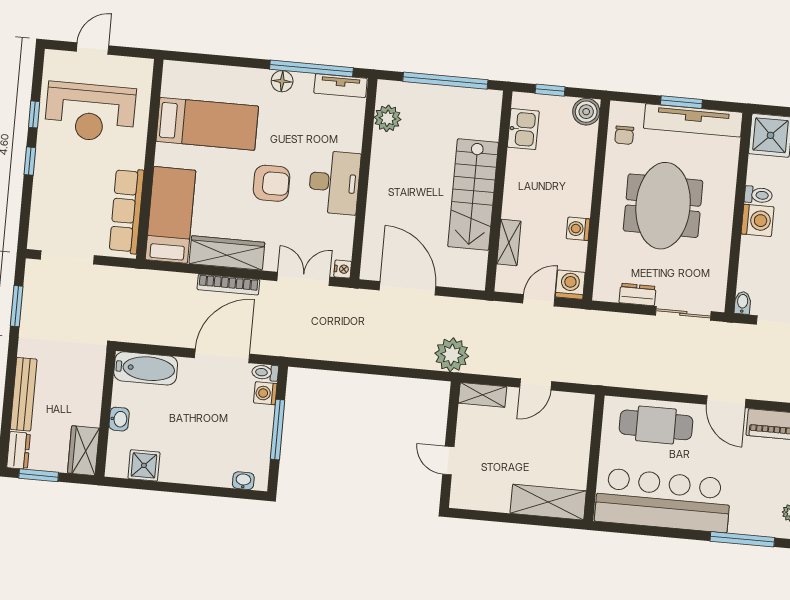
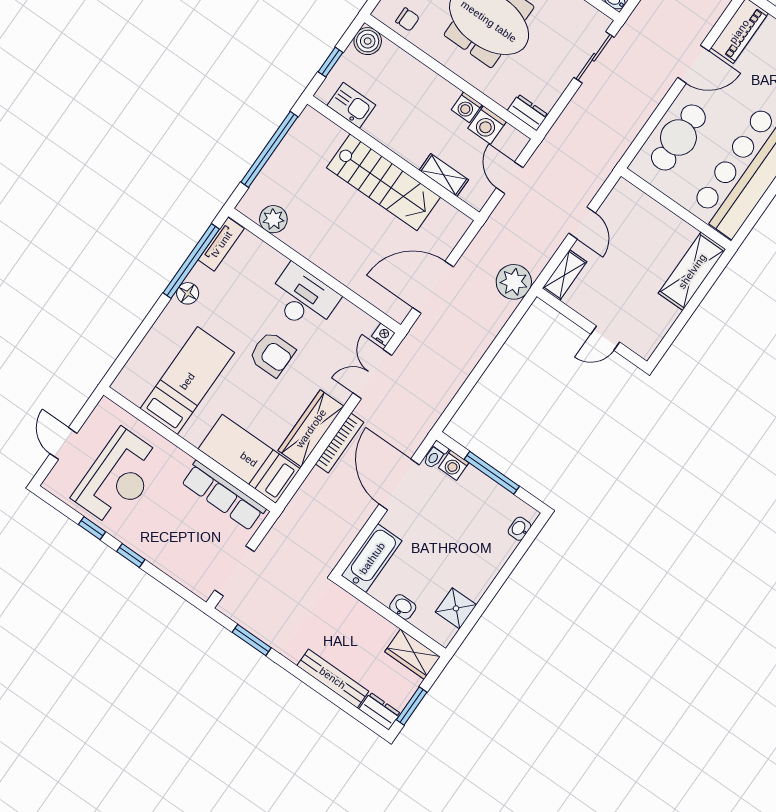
armchair: (272, 183) -> (272, 354), turned 90
washing machine: (570, 285) -> (487, 125), moved, turned -90
dresser: (637, 295) -> (528, 113), moved, turned 90

